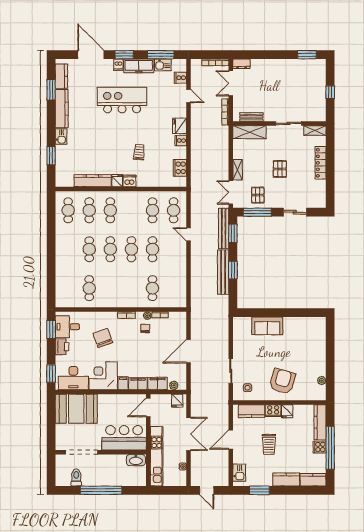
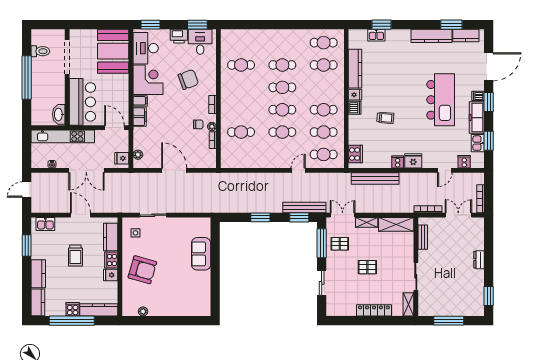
window: (161, 55) -> (489, 141), width x0.69
dresser: (241, 64) -> (479, 260), moved
window: (330, 92) -> (449, 321), width x2.17
shelving: (249, 132) -> (396, 224), moved, turned 90
kitchen sink: (61, 137) -> (376, 35), moved
cooker: (180, 168) -> (355, 154), moved, turned 90
cafe table: (110, 210) -> (324, 110), moved
bench: (223, 272) -> (375, 178), moved
filing cabinet: (158, 383) -> (140, 137), removed
trolley: (269, 444) -> (75, 255), turned -90

